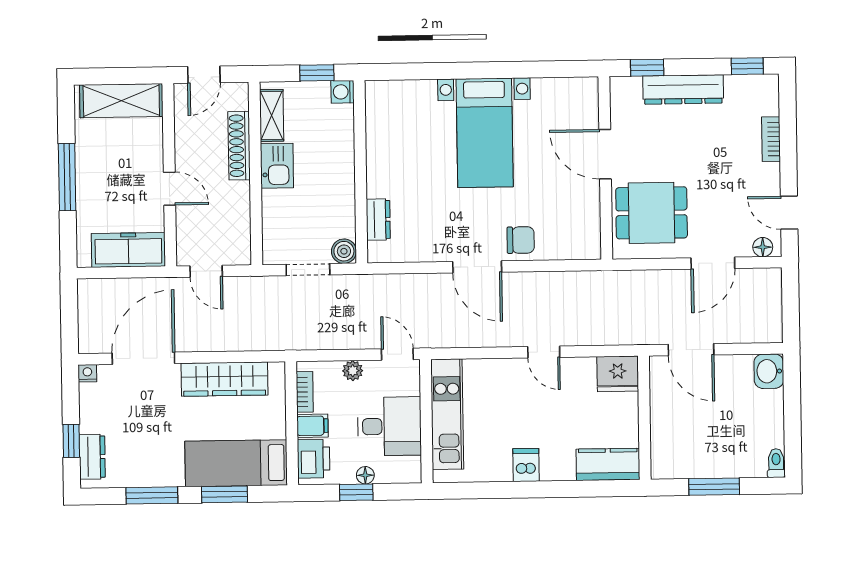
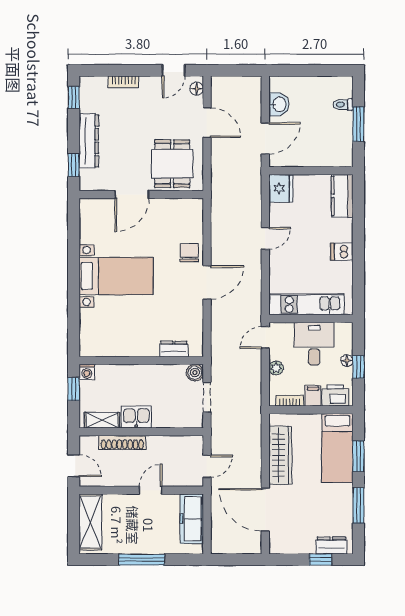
washbasin: (769, 371) -> (279, 104), moved, turned -90
nightstand: (87, 373) -> (275, 548), removed
toilet: (776, 463) -> (343, 105), moved

